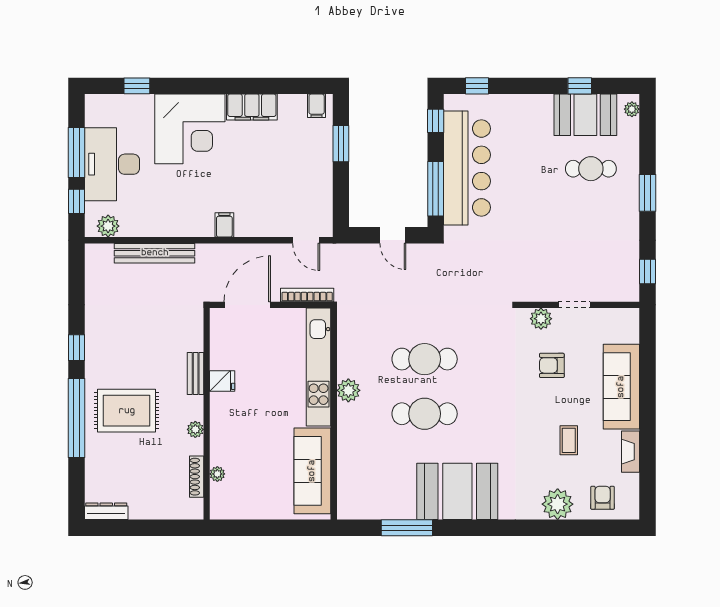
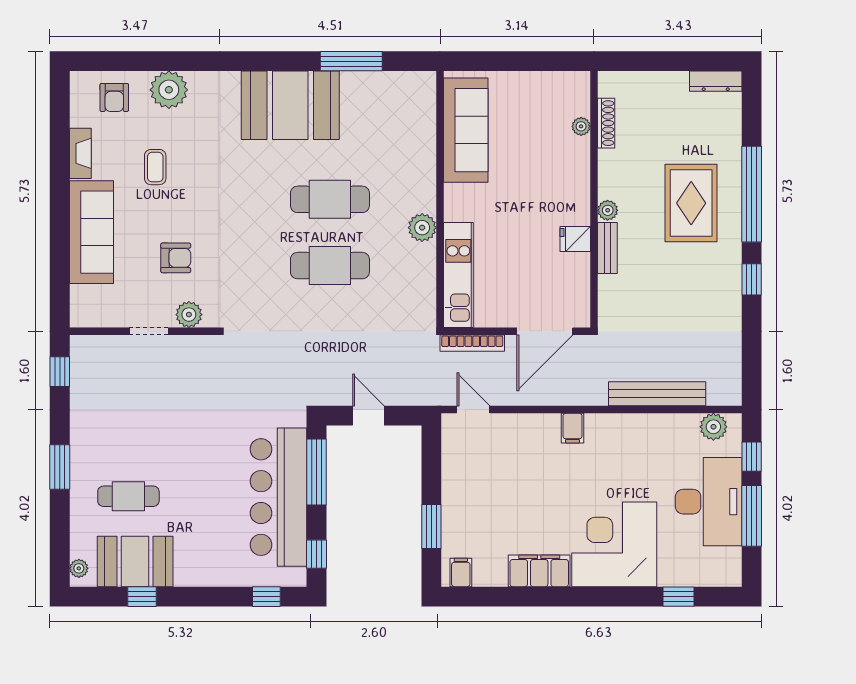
kitchen unit: (319, 367) -> (458, 275), width x0.73
rug: (127, 411) -> (691, 203), turned 90
plant: (195, 429) -> (608, 210), moved

